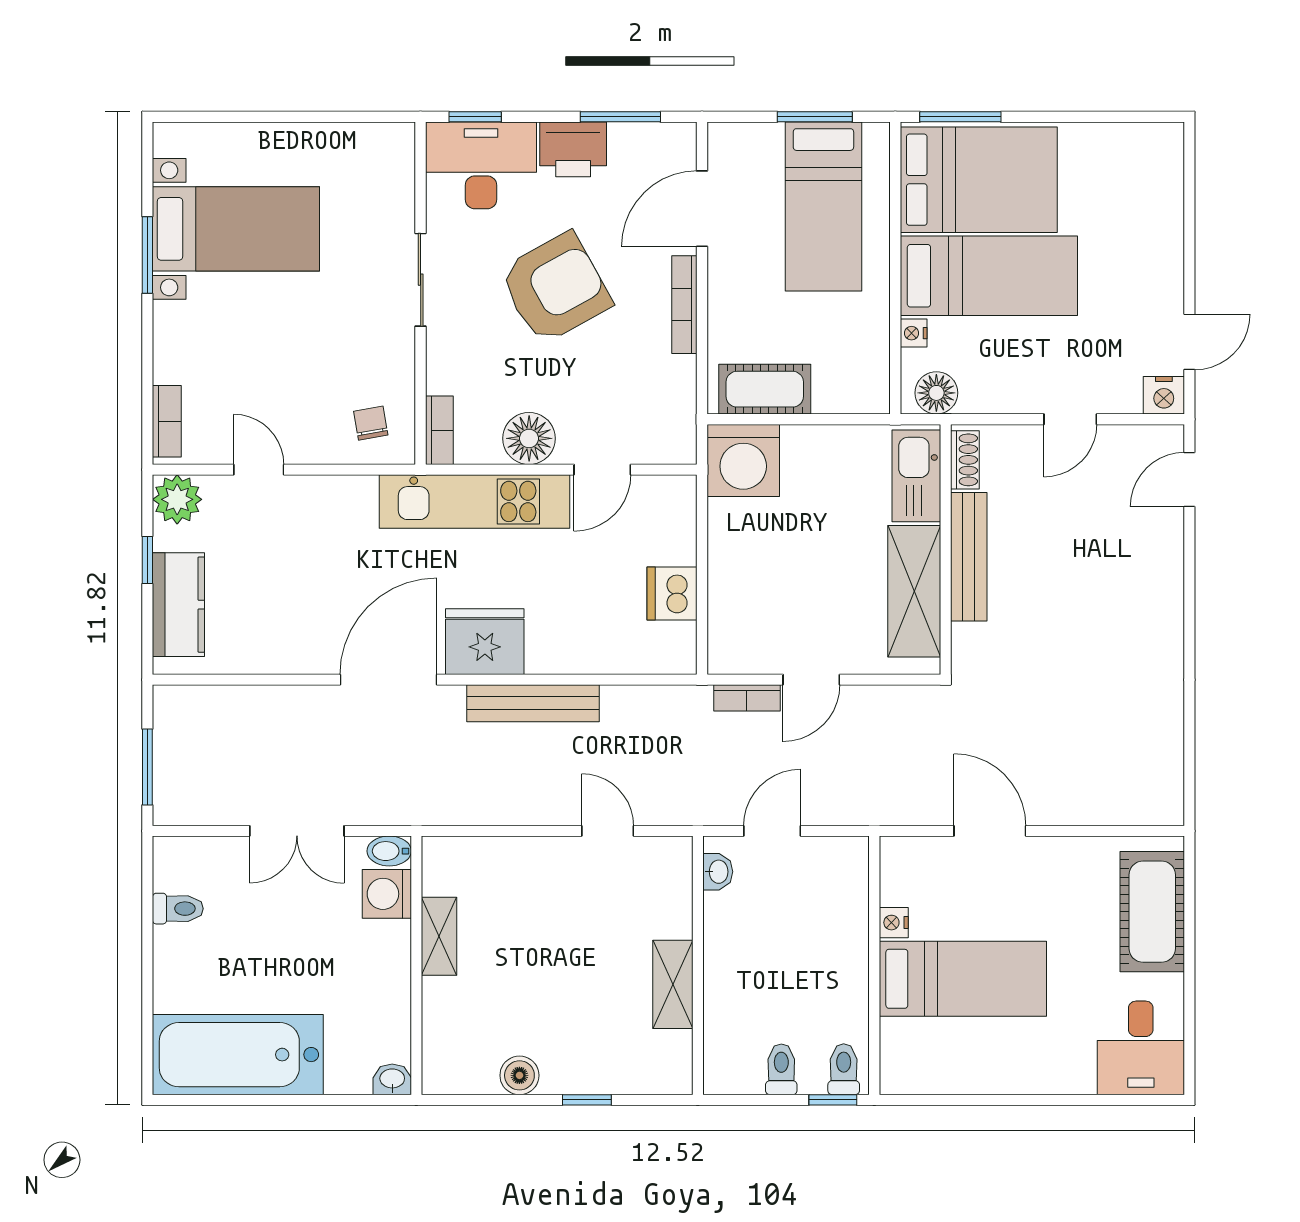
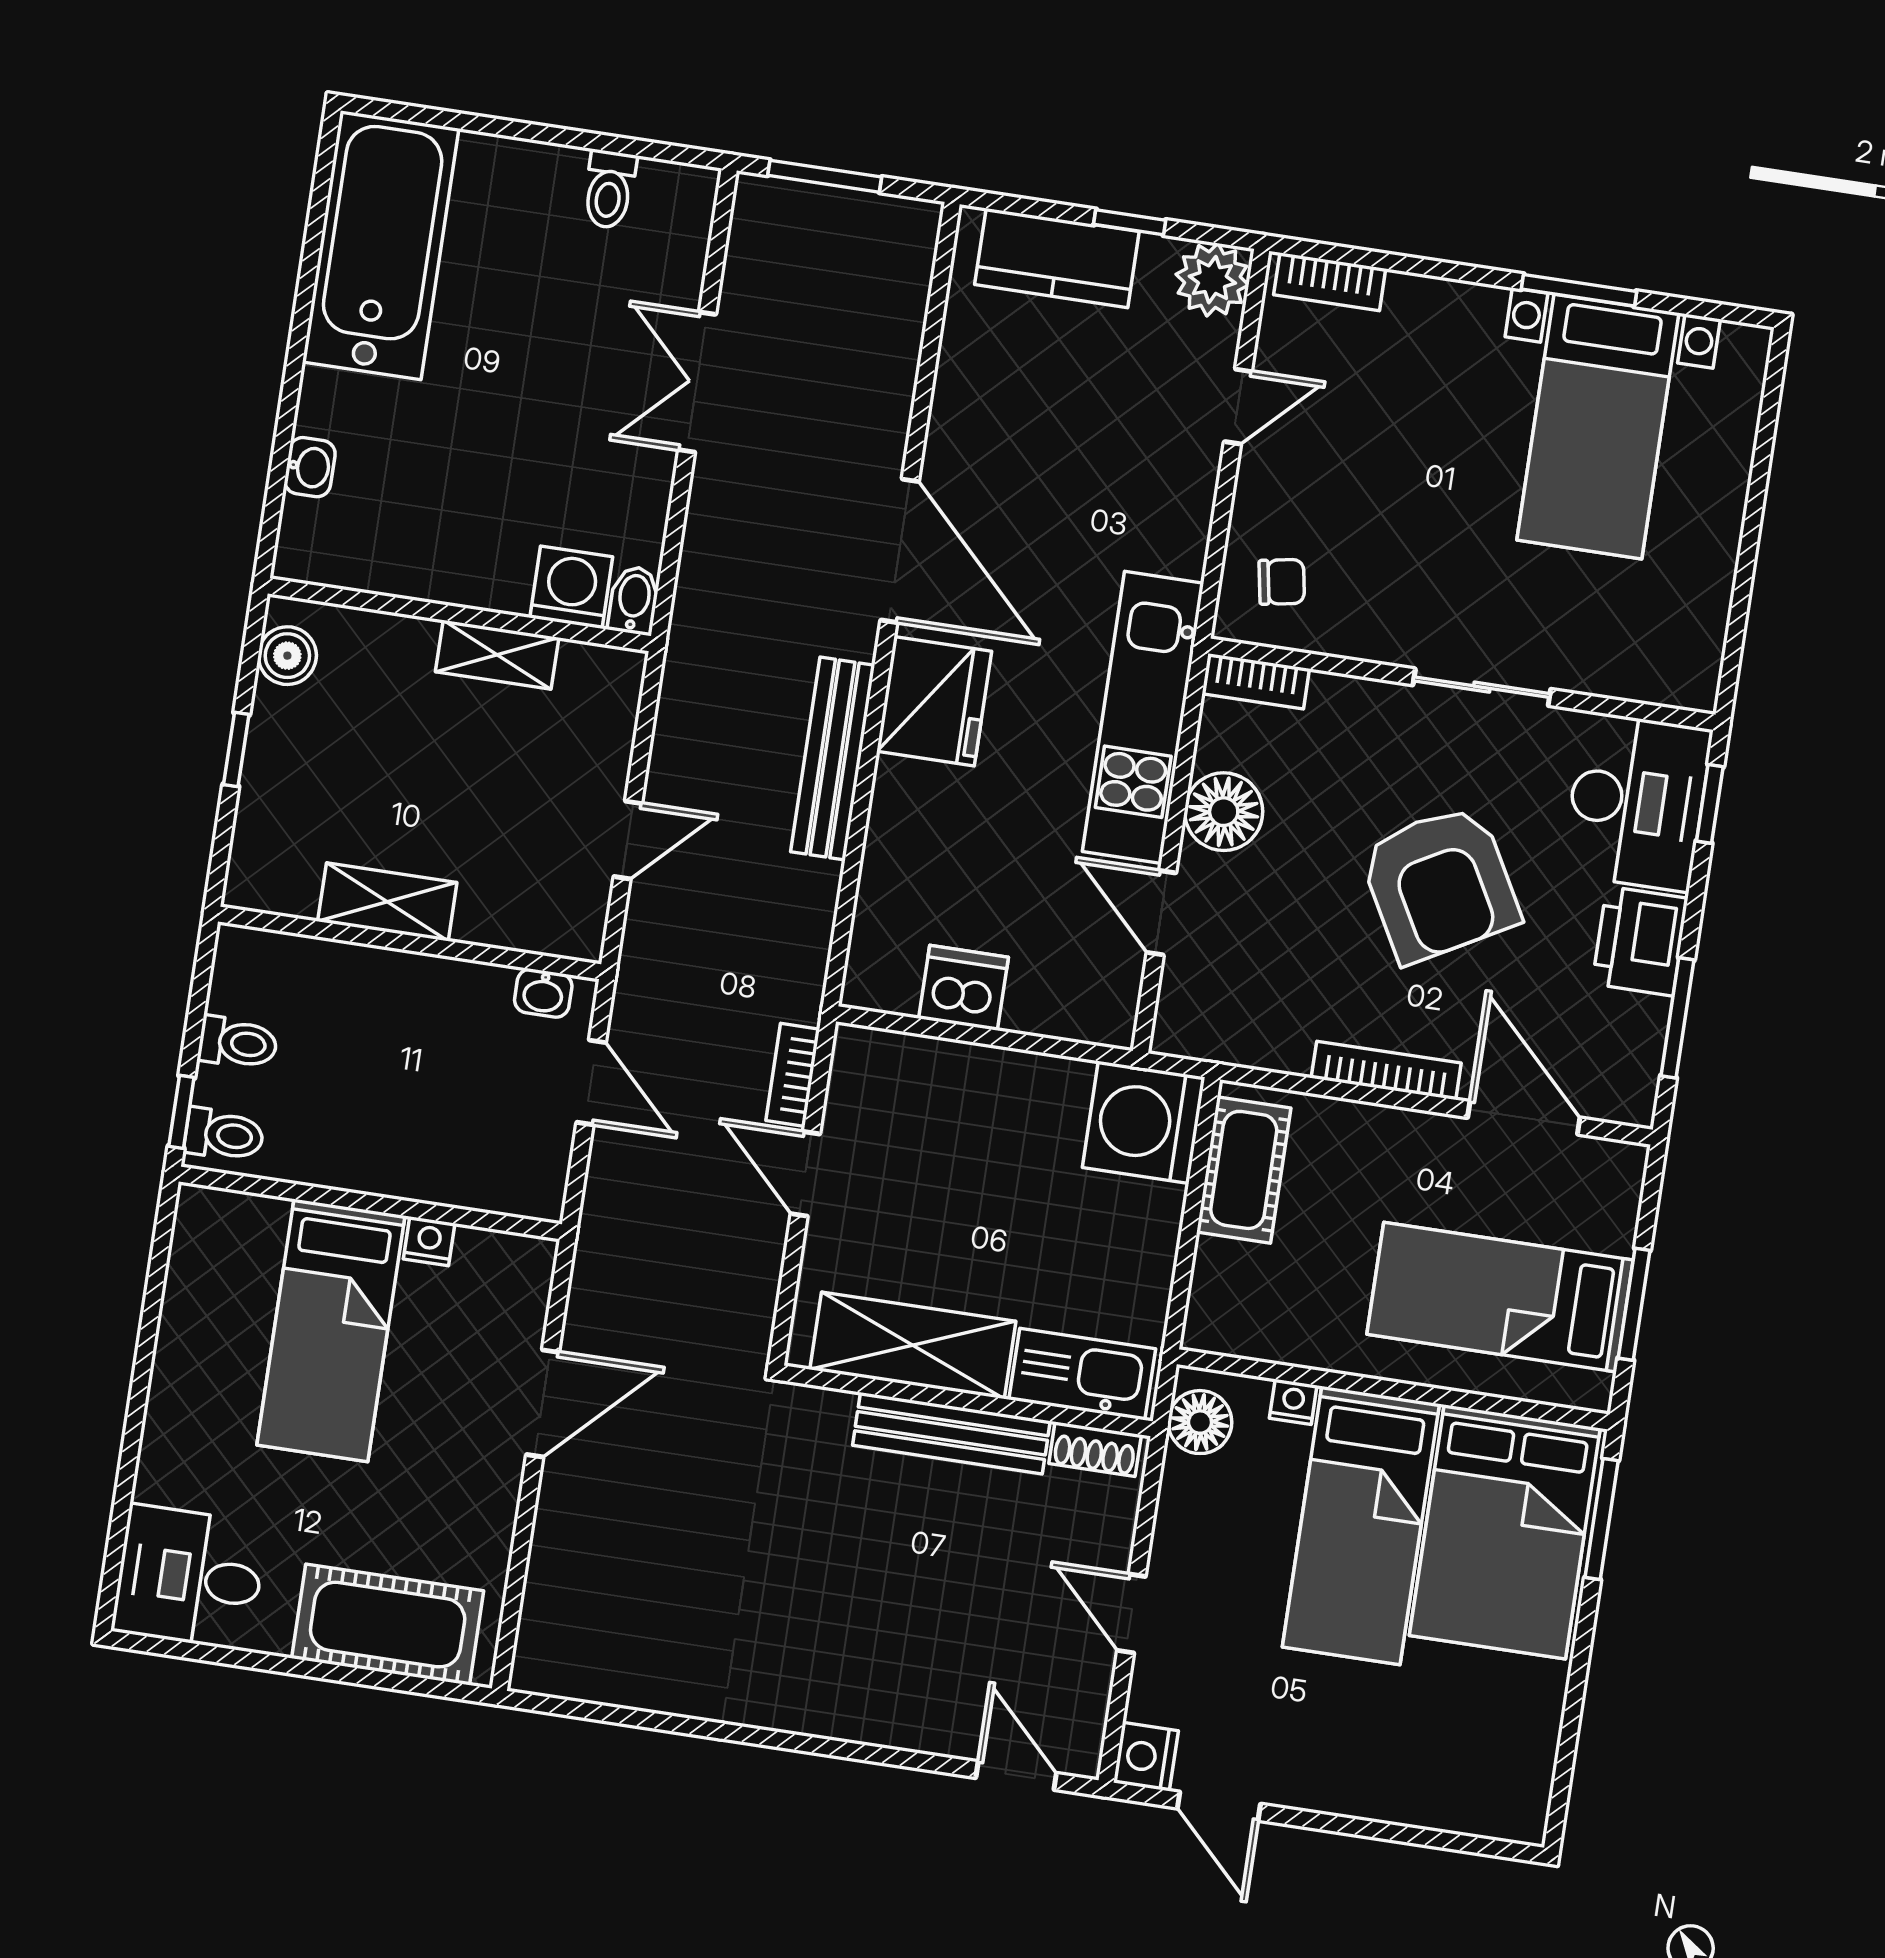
bidet: (389, 851) -> (634, 600), moved
washing machine: (387, 894) -> (571, 587), moved
shelving: (439, 936) -> (497, 655), moved
wall: (416, 965) -> (459, 615), moved

